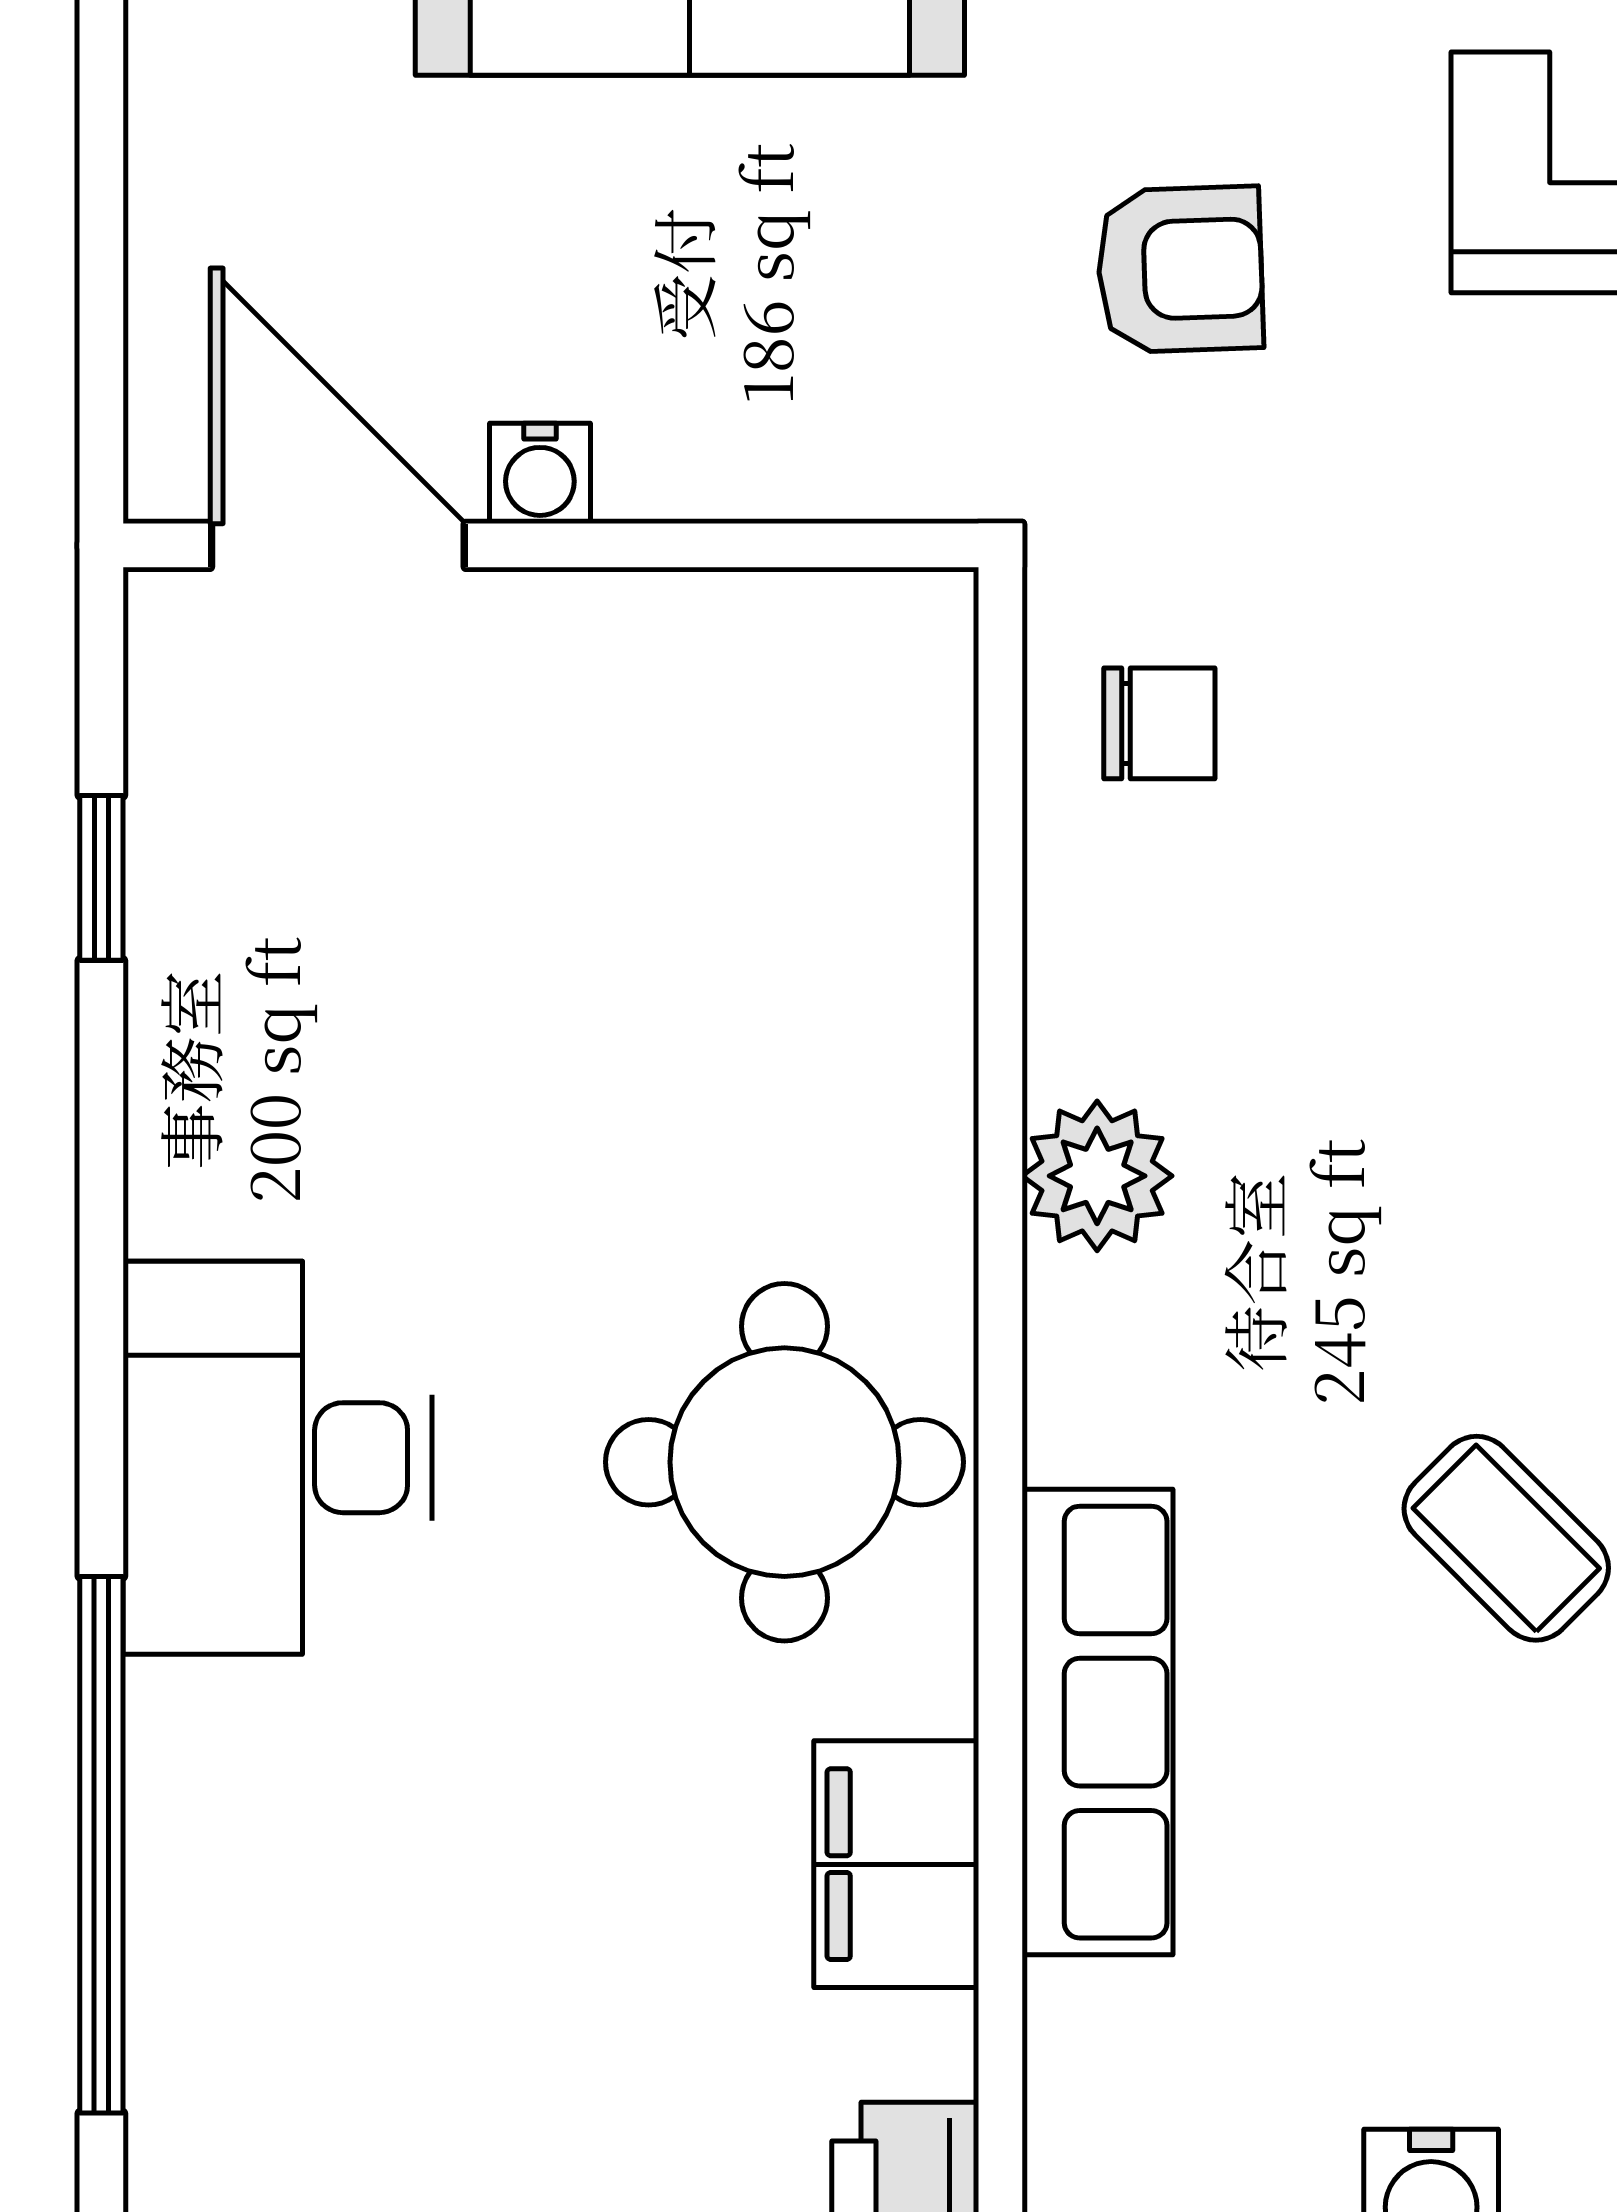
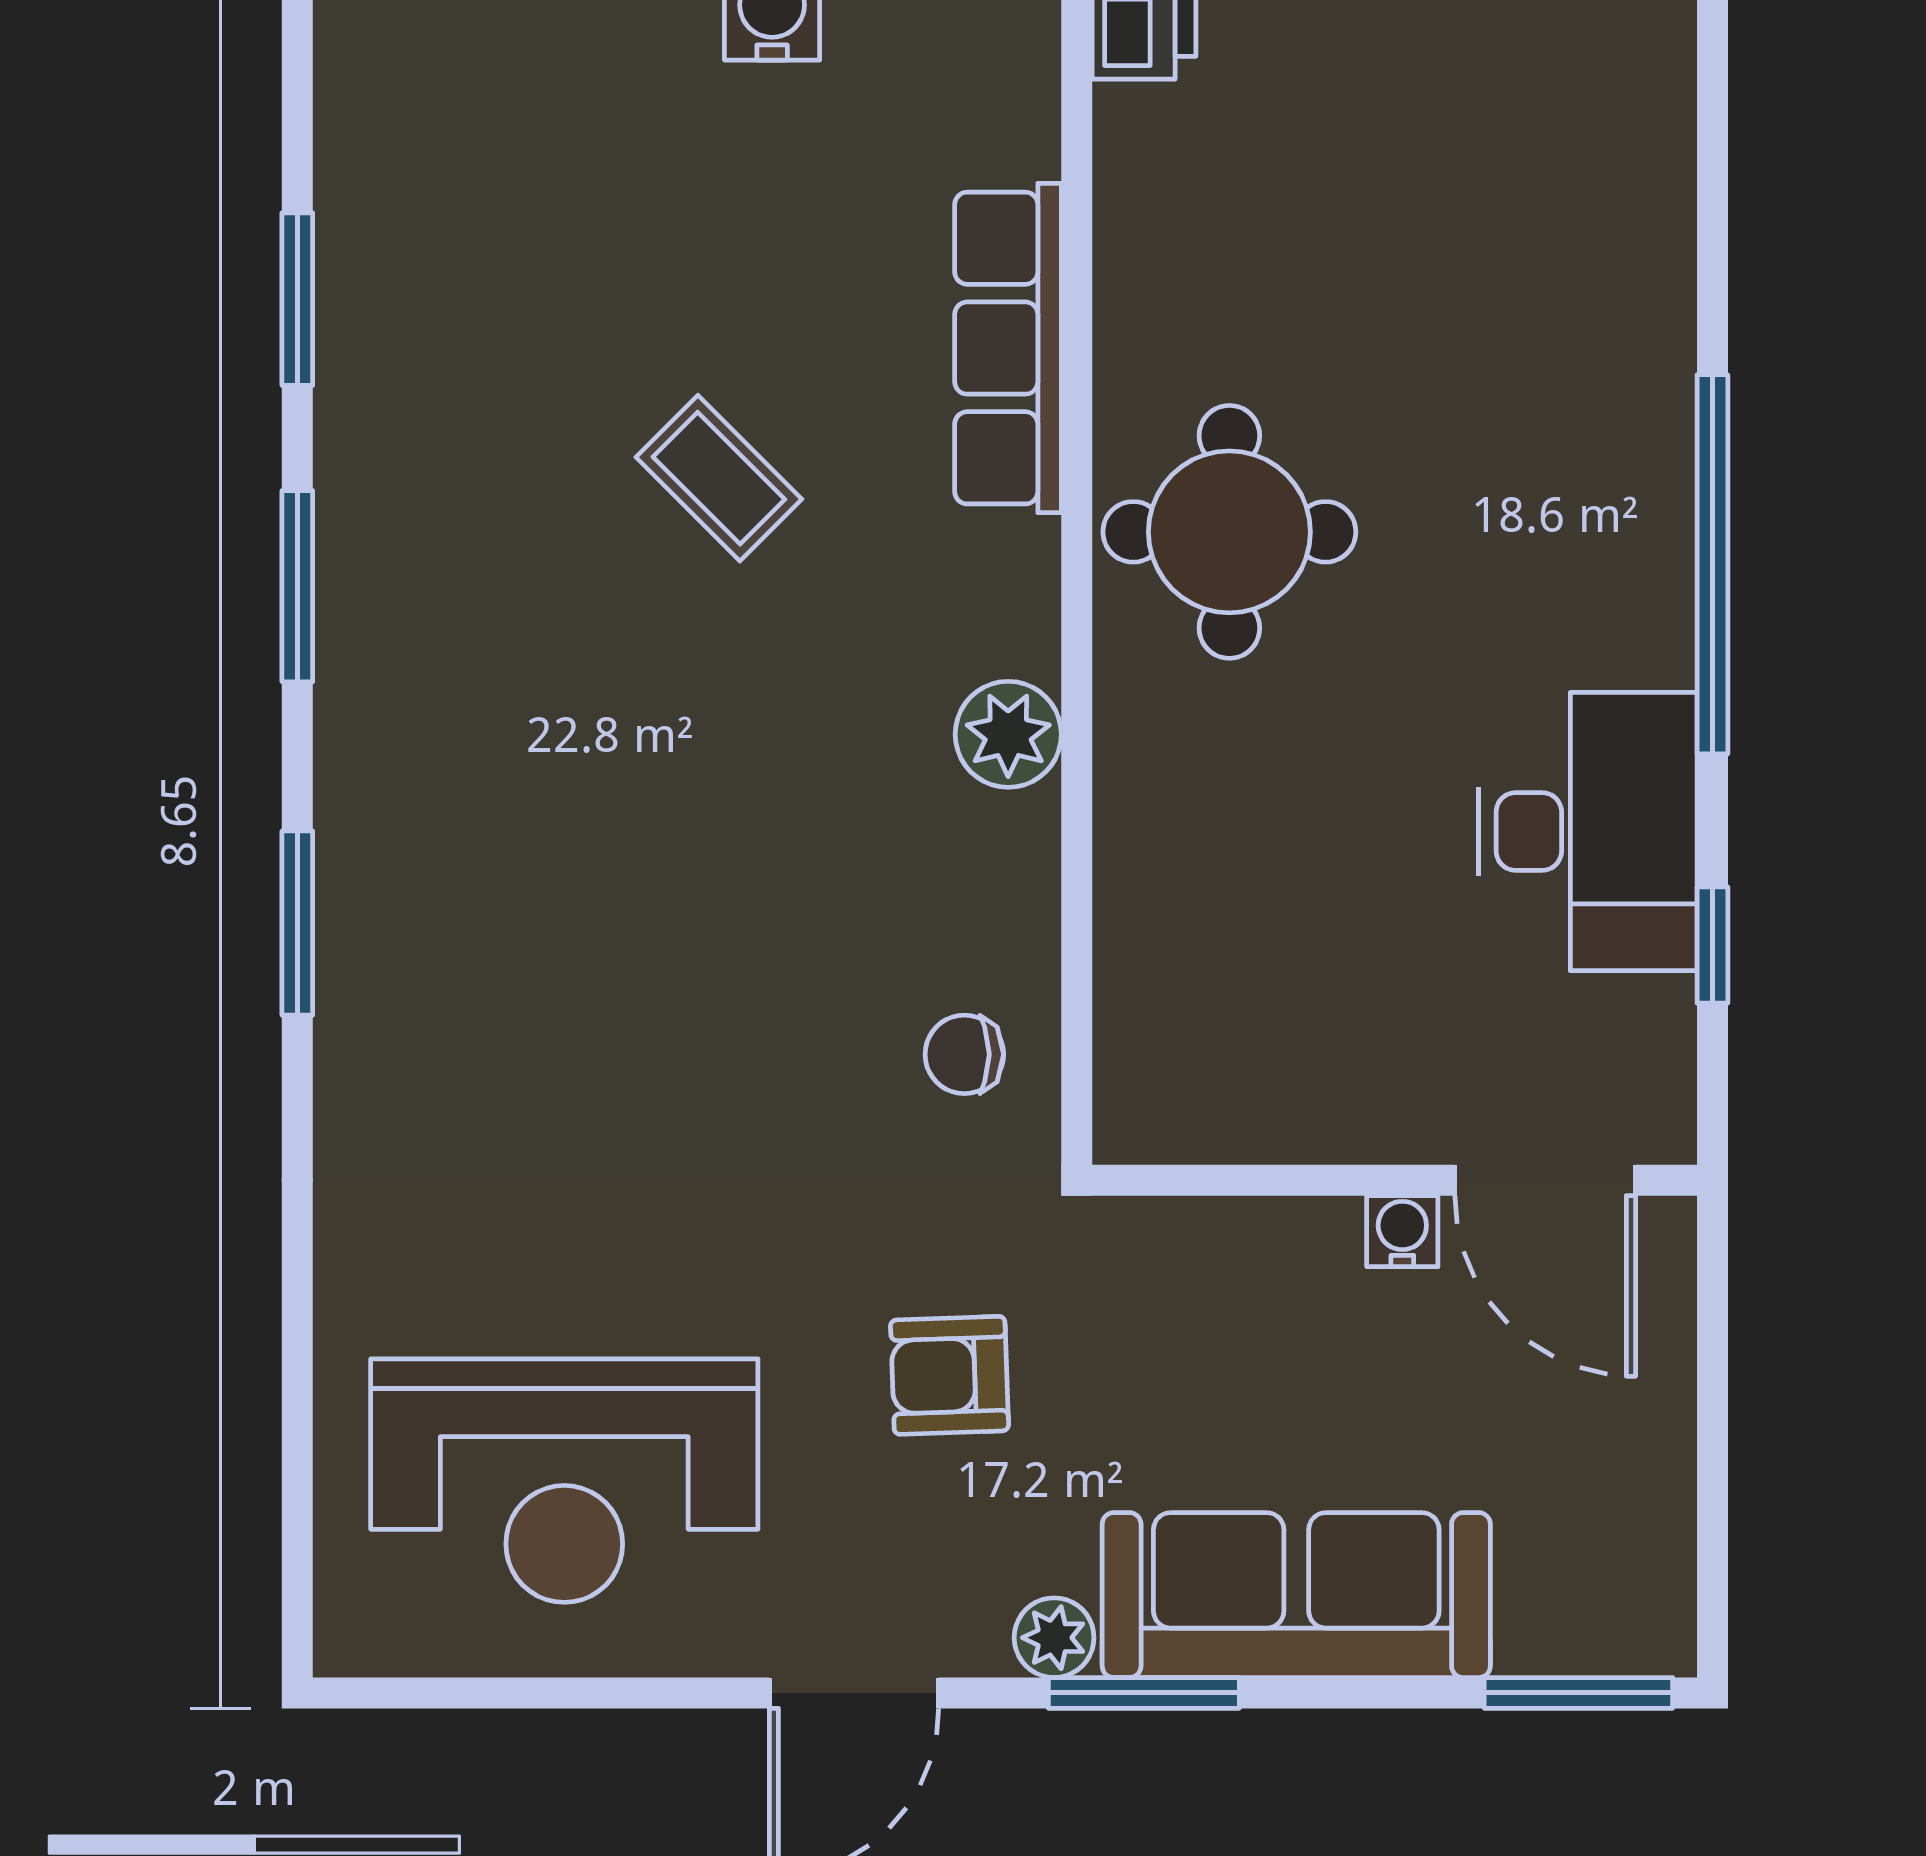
desk: (278, 1458) -> (1588, 832), moved
window: (101, 1845) -> (1712, 564), moved
filing cabinet: (896, 1864) -> (1150, 248), removed

